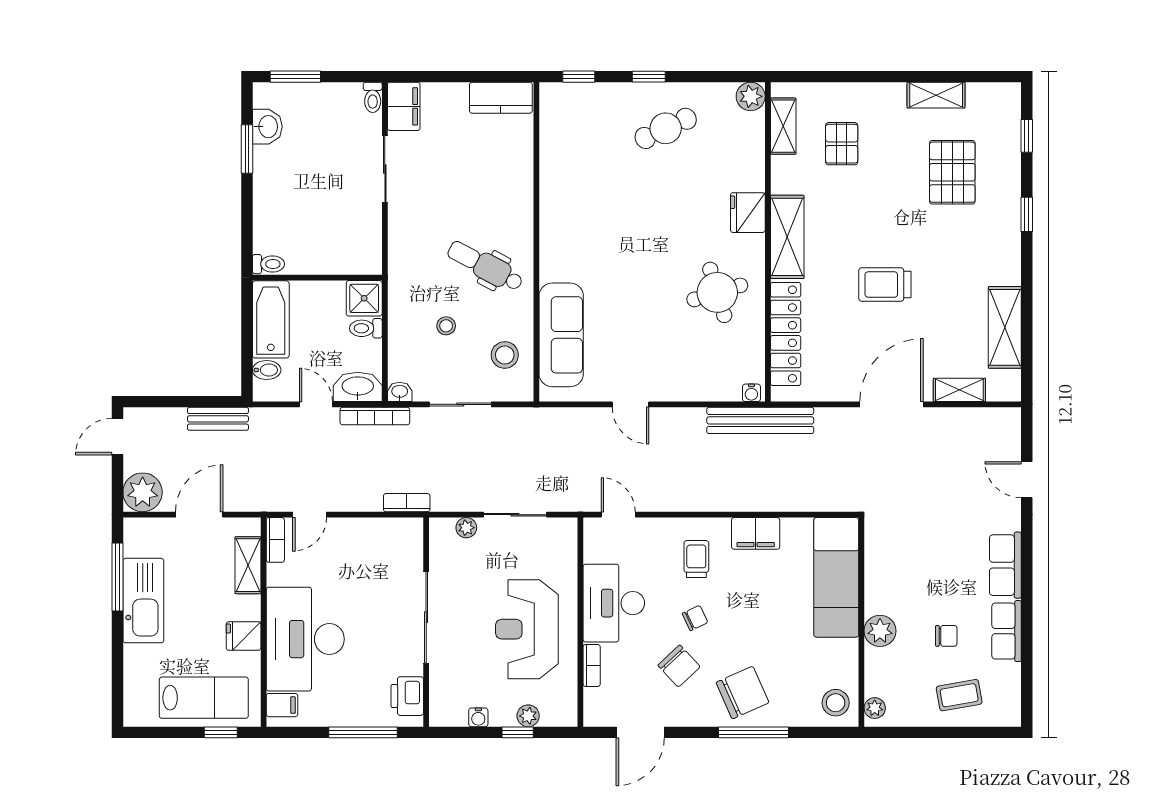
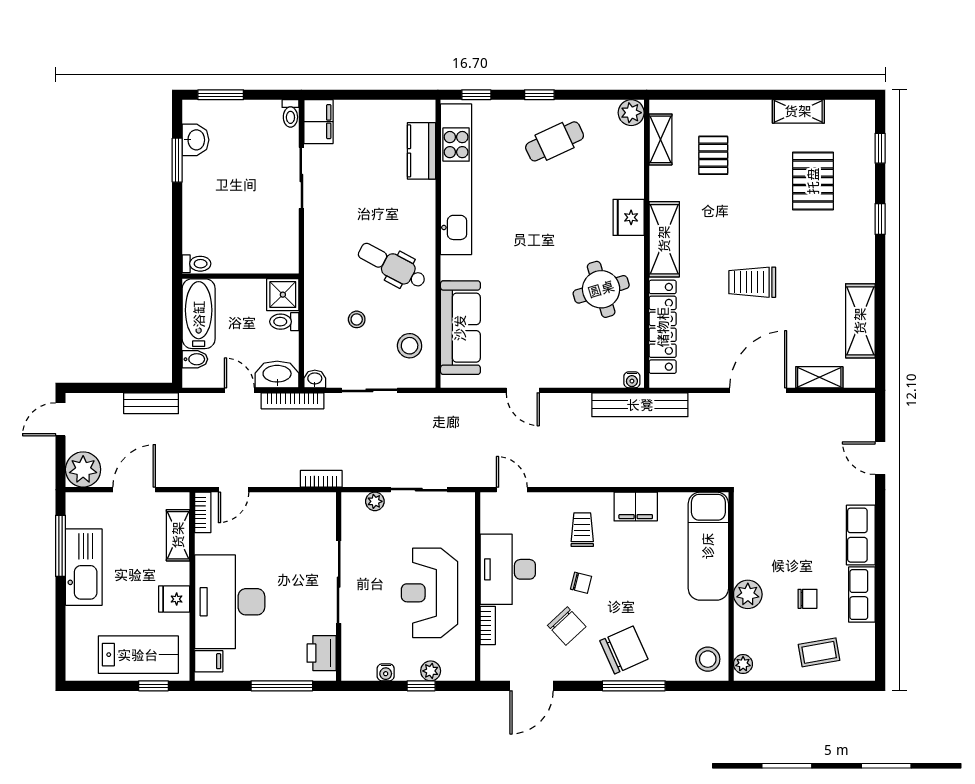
kitchen counter: (501, 98) -> (421, 151), moved, turned 90
kitchen unit: (556, 170) -> (456, 179), added
chair: (695, 618) -> (581, 583), turned 39

